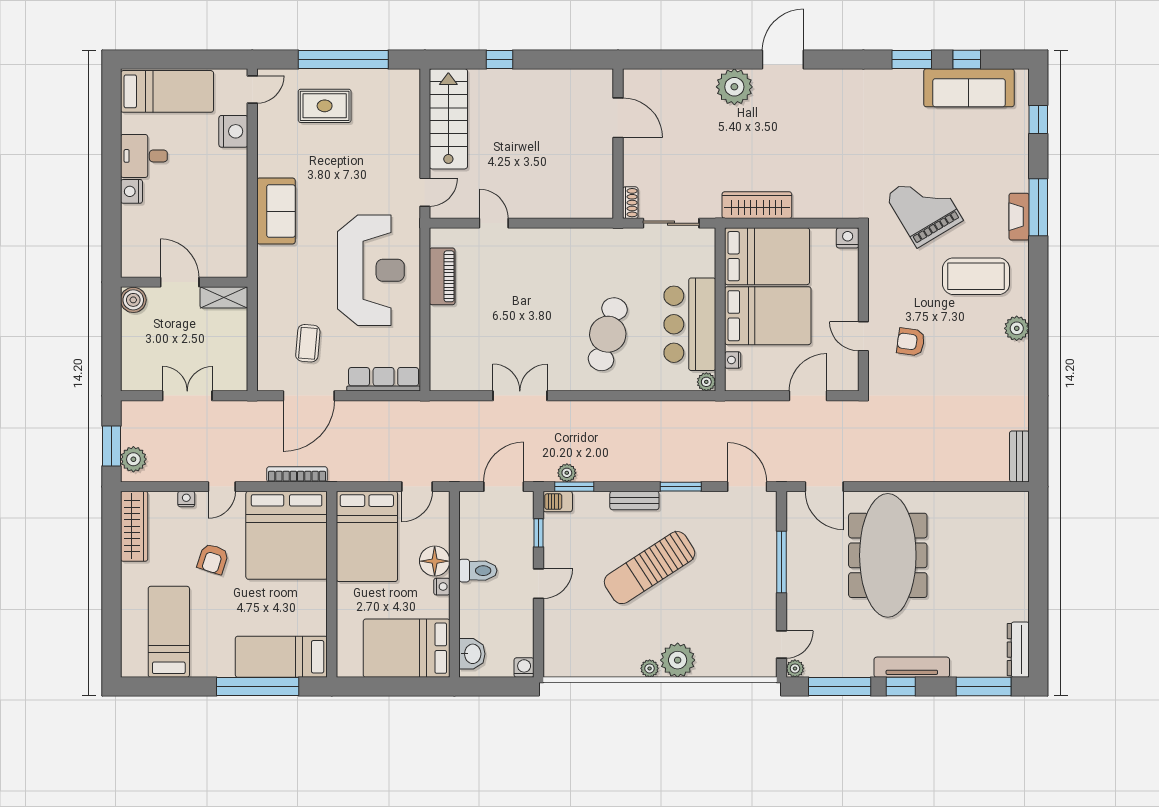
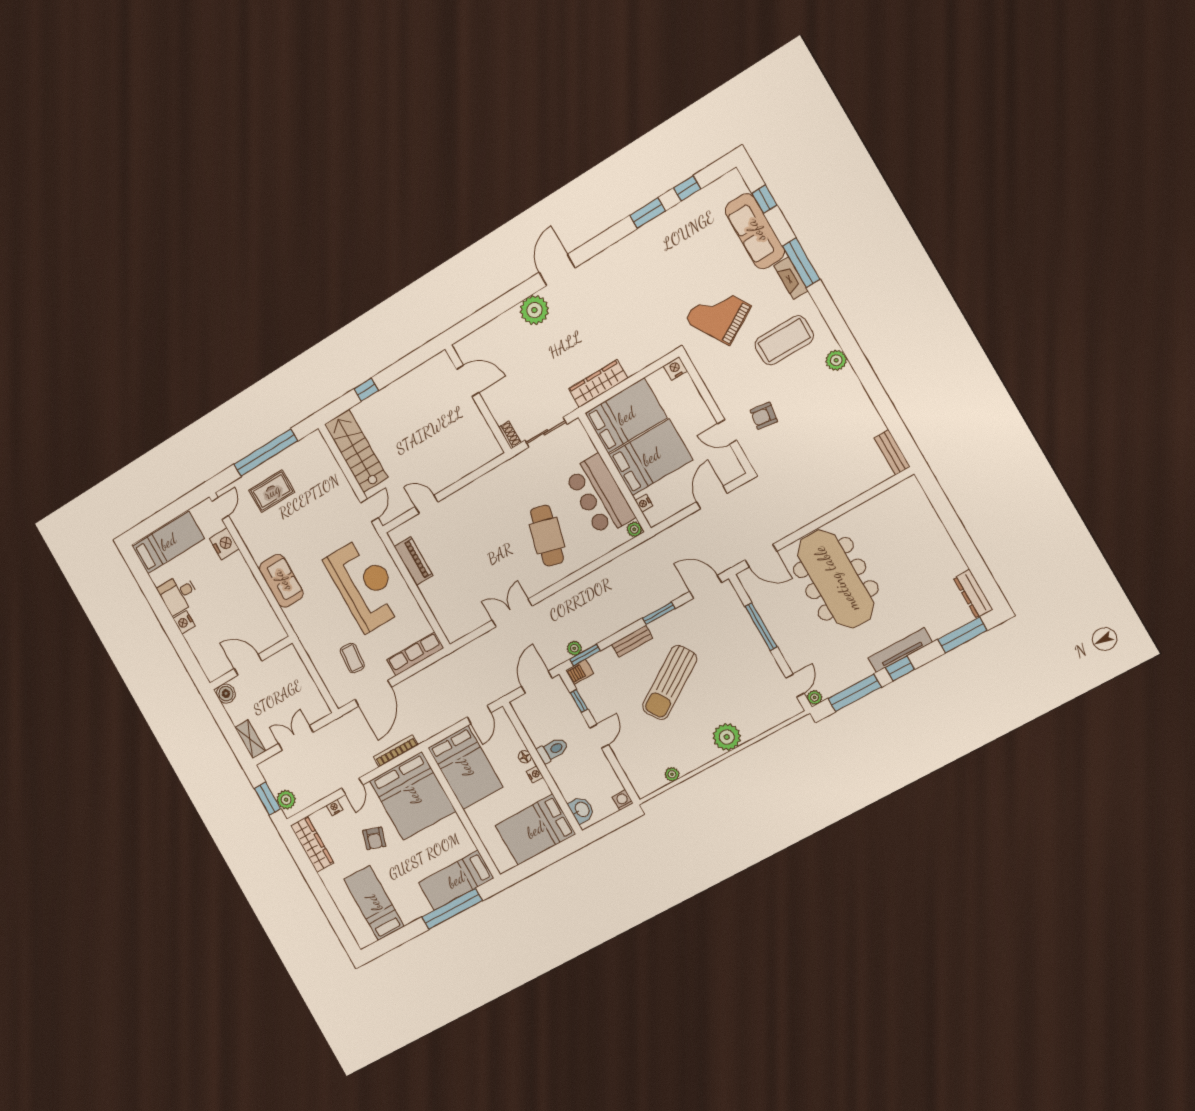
sofa: (969, 88) -> (755, 231), moved, turned 90
shelving: (224, 297) -> (250, 739), moved, turned 90
floor lamp: (435, 561) -> (525, 757), width x0.53, depth x0.53
plant: (650, 668) -> (672, 774), moved

